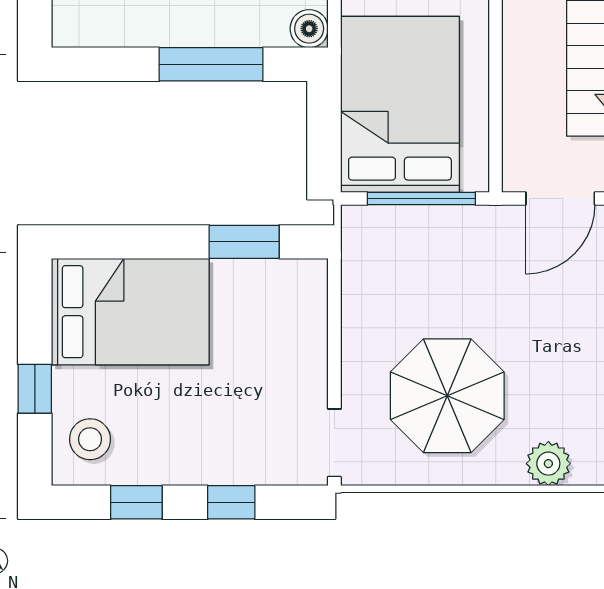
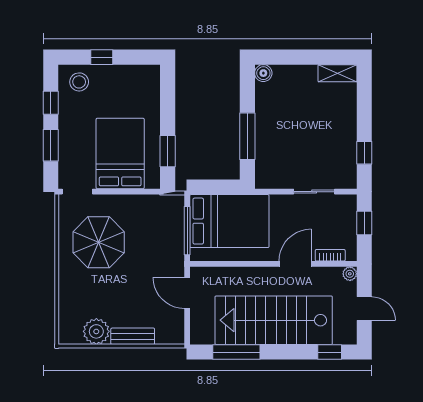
boiler: (309, 29) -> (263, 73), moved
bed: (130, 312) -> (120, 153), moved, turned 180
plant: (548, 464) -> (68, 288), removed
window: (231, 502) -> (51, 145), width x1.50

